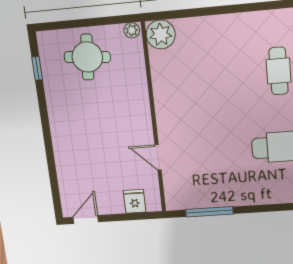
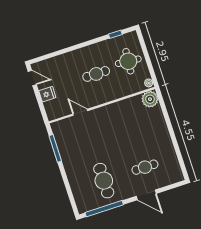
cafe table: (99, 116) -> (96, 74), added
door: (158, 157) -> (80, 112), hinge flipped
fridge: (135, 201) -> (47, 94), moved

